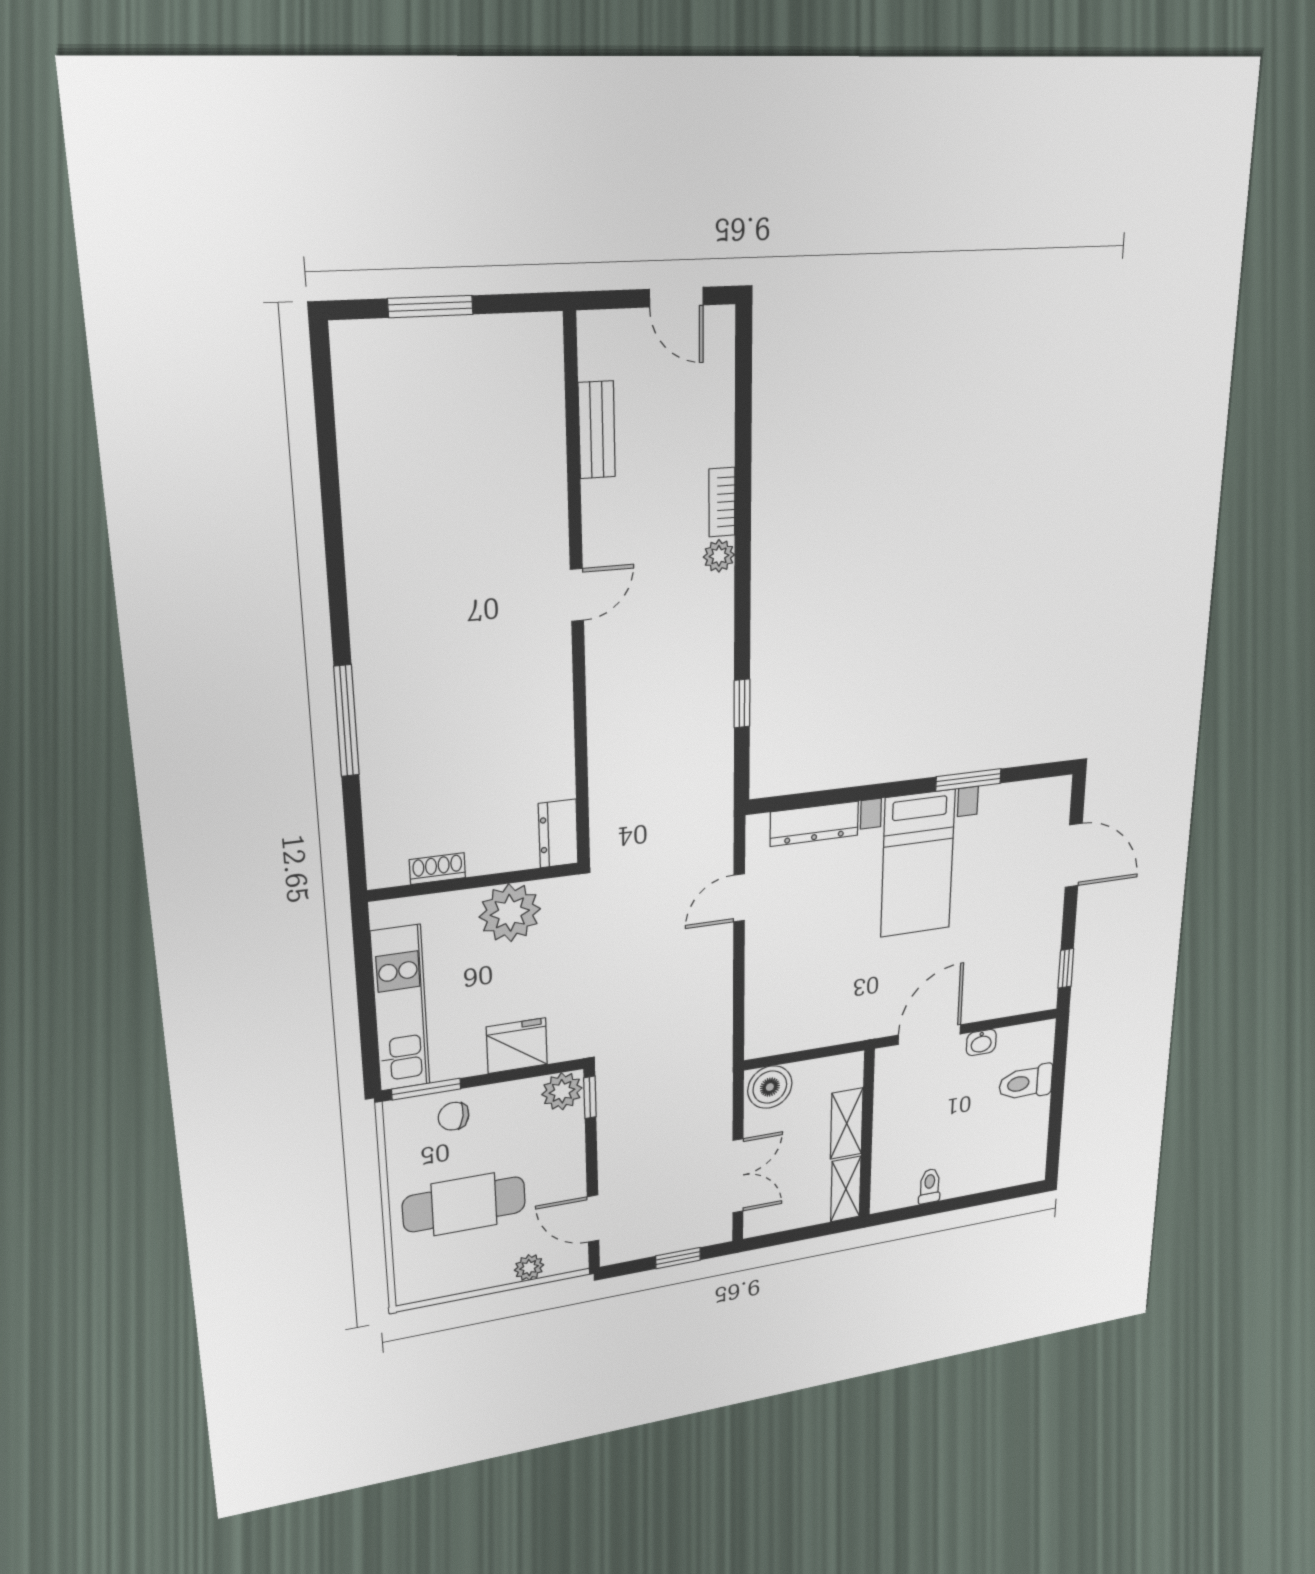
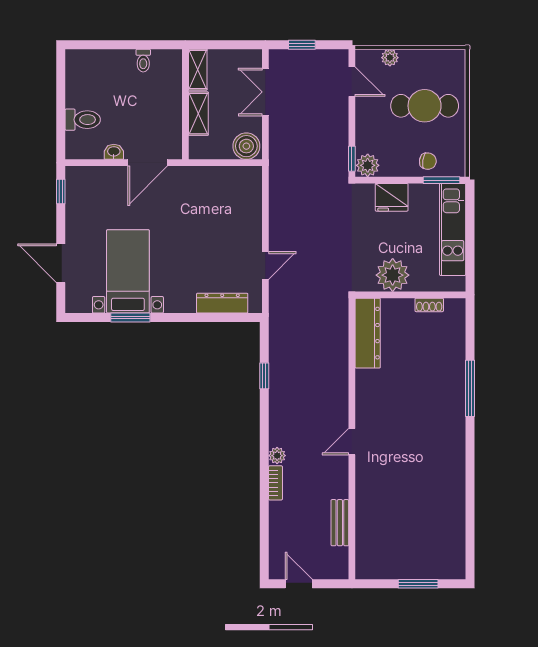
dresser: (558, 834) -> (368, 333), width x1.96, depth x1.24
bed with nightstands: (918, 864) -> (128, 271), moved

